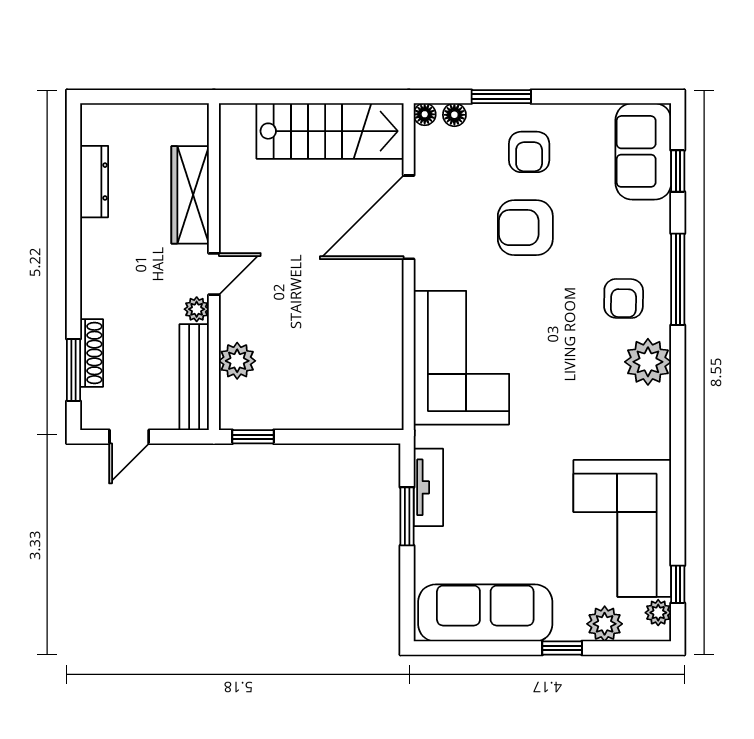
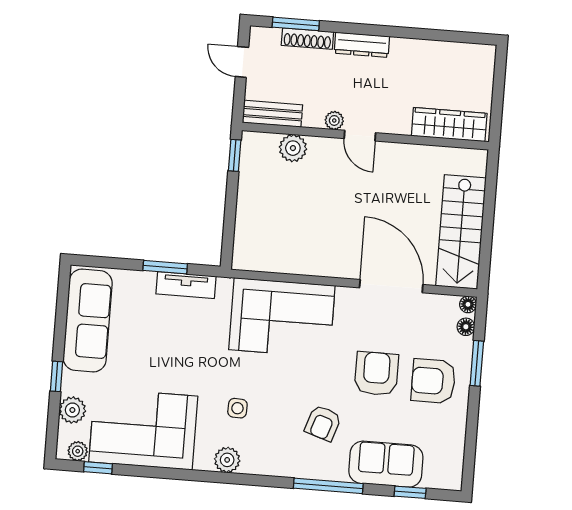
sofa: (643, 151) -> (386, 464), moved
armchair: (529, 152) -> (433, 381), width x1.38, depth x1.38
dresser: (94, 182) -> (362, 45), moved
wardrobe: (190, 195) -> (449, 125), moved
armchair: (624, 299) -> (323, 423), moved, turned -73
plant: (648, 362) -> (227, 460), moved, width x0.73, depth x0.73
bench: (194, 377) -> (272, 114), width x0.73
side table: (585, 407) -> (237, 408), added

